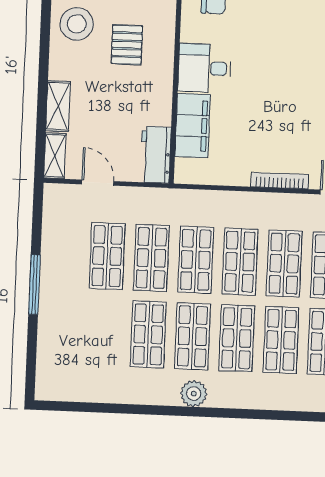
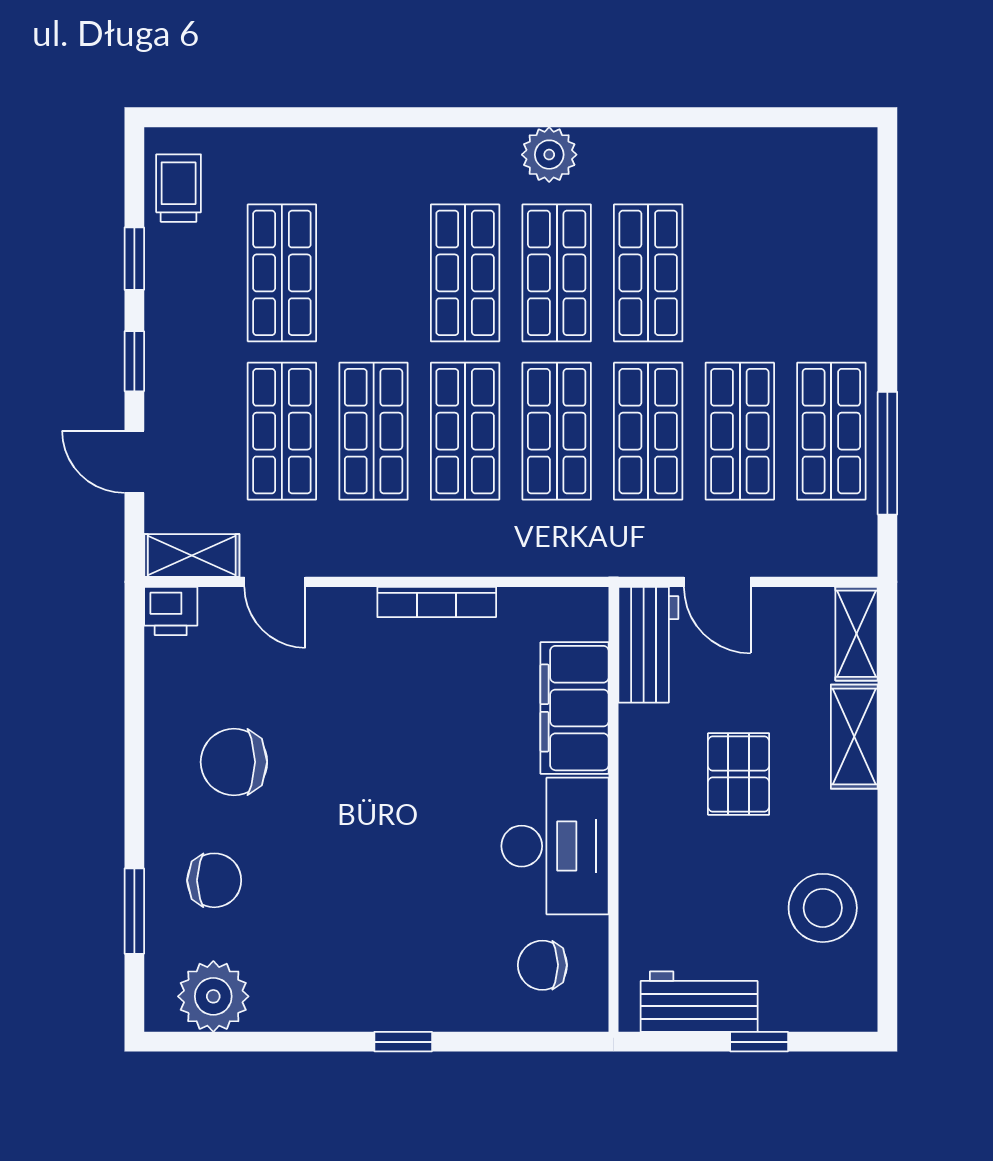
pallet: (127, 45) -> (739, 774), moved
desk: (204, 68) -> (555, 846), width x1.37
bookcase: (280, 181) -> (437, 602), moved
door: (98, 183) -> (717, 582), moved
window: (34, 285) -> (887, 453), moved
shop shelf: (281, 340) -> (831, 431), moved

